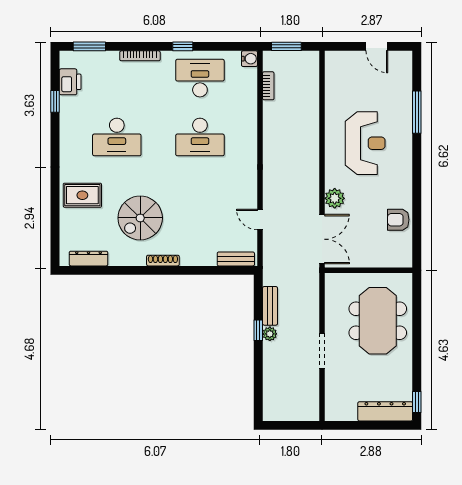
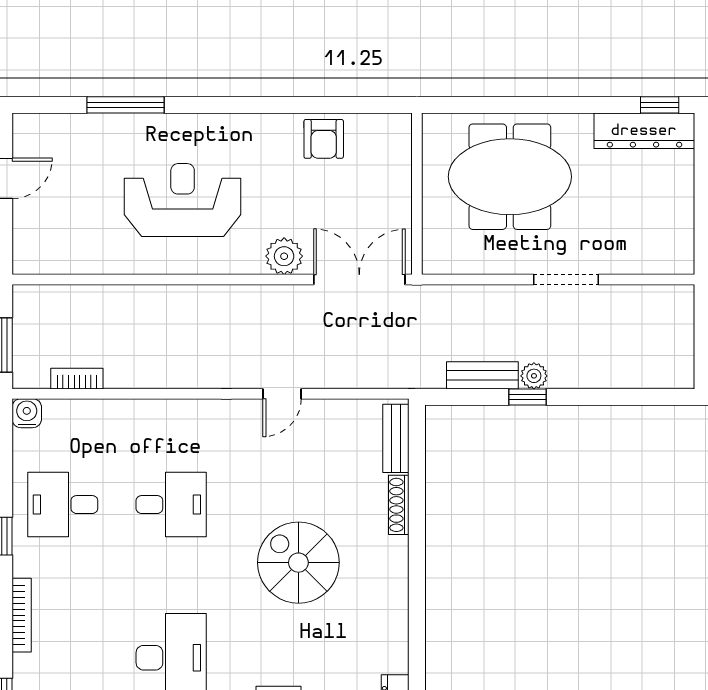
desk: (200, 78) -> (63, 505), width x0.73
desk: (200, 137) -> (171, 505), width x0.73
spiral stairs: (140, 218) -> (298, 563), moved, turned 180
door: (260, 219) -> (282, 394), moved
shoe rack: (163, 261) -> (399, 505), moved
dresser: (385, 411) -> (644, 131), moved, turned -90

